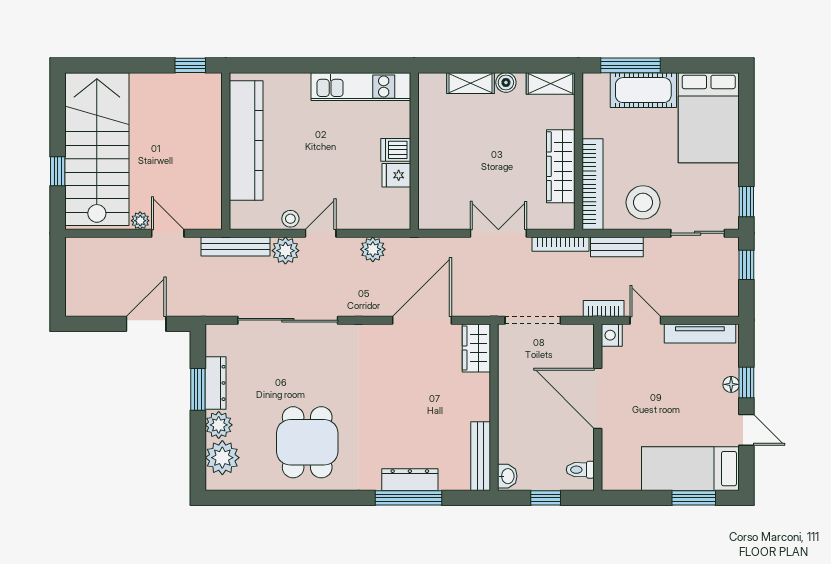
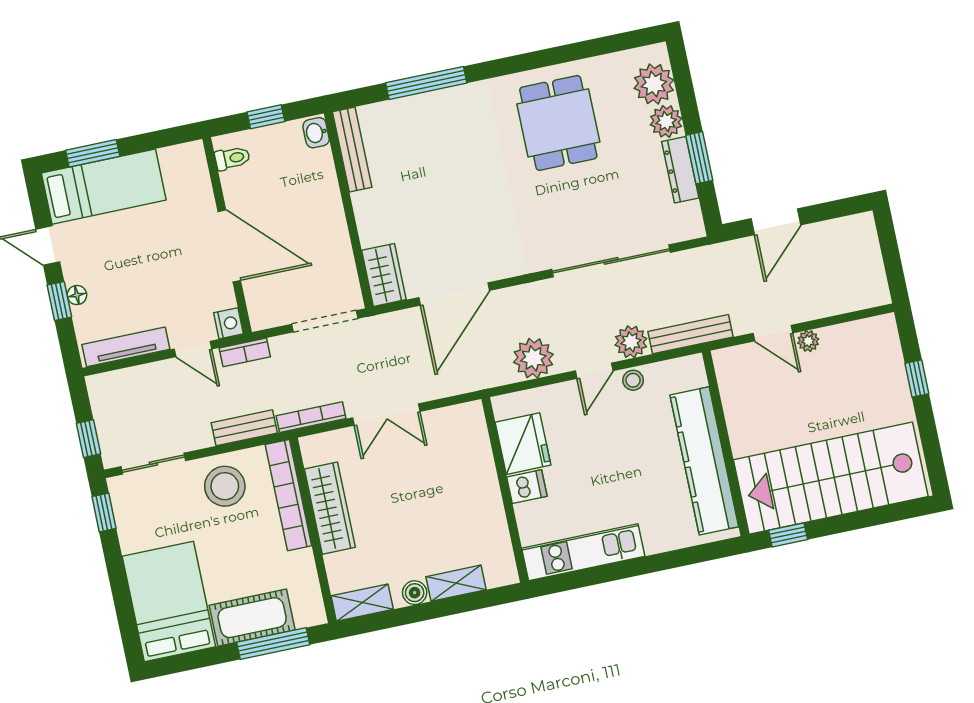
stairs: (97, 149) -> (831, 478), moved, turned 90
fridge: (396, 175) -> (523, 444), width x1.88, depth x1.34
plant: (373, 249) -> (533, 358), width x1.36, depth x1.36
dresser: (410, 480) -> (429, 105), removed

